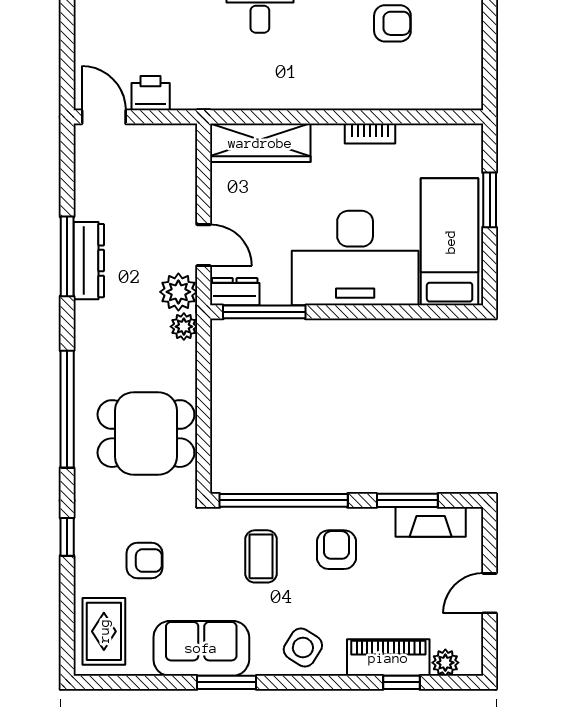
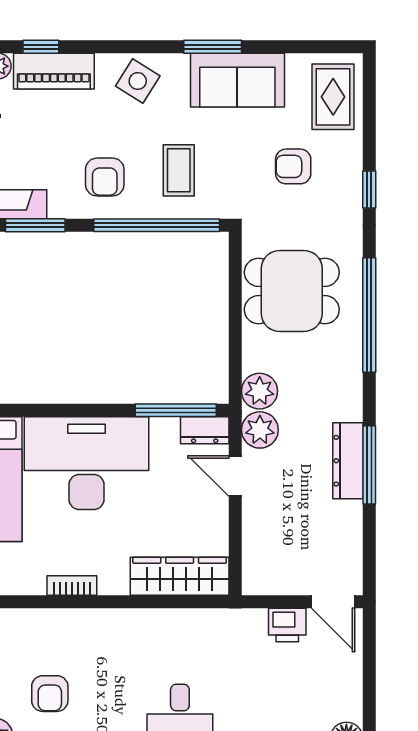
armchair: (392, 23) -> (50, 694), turned -90
plant: (184, 327) -> (260, 391), width x1.38, depth x1.38

